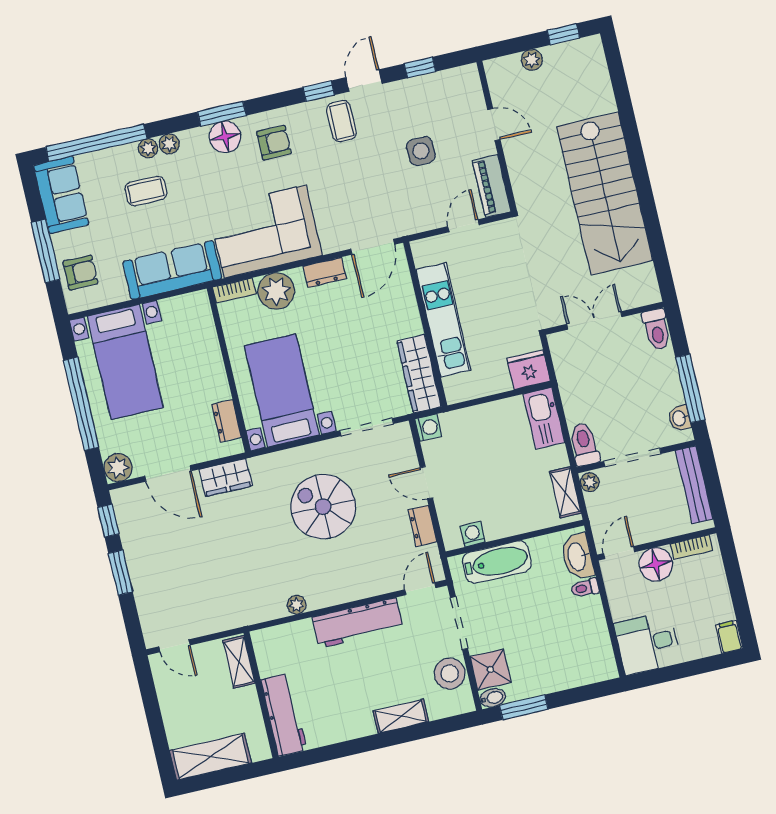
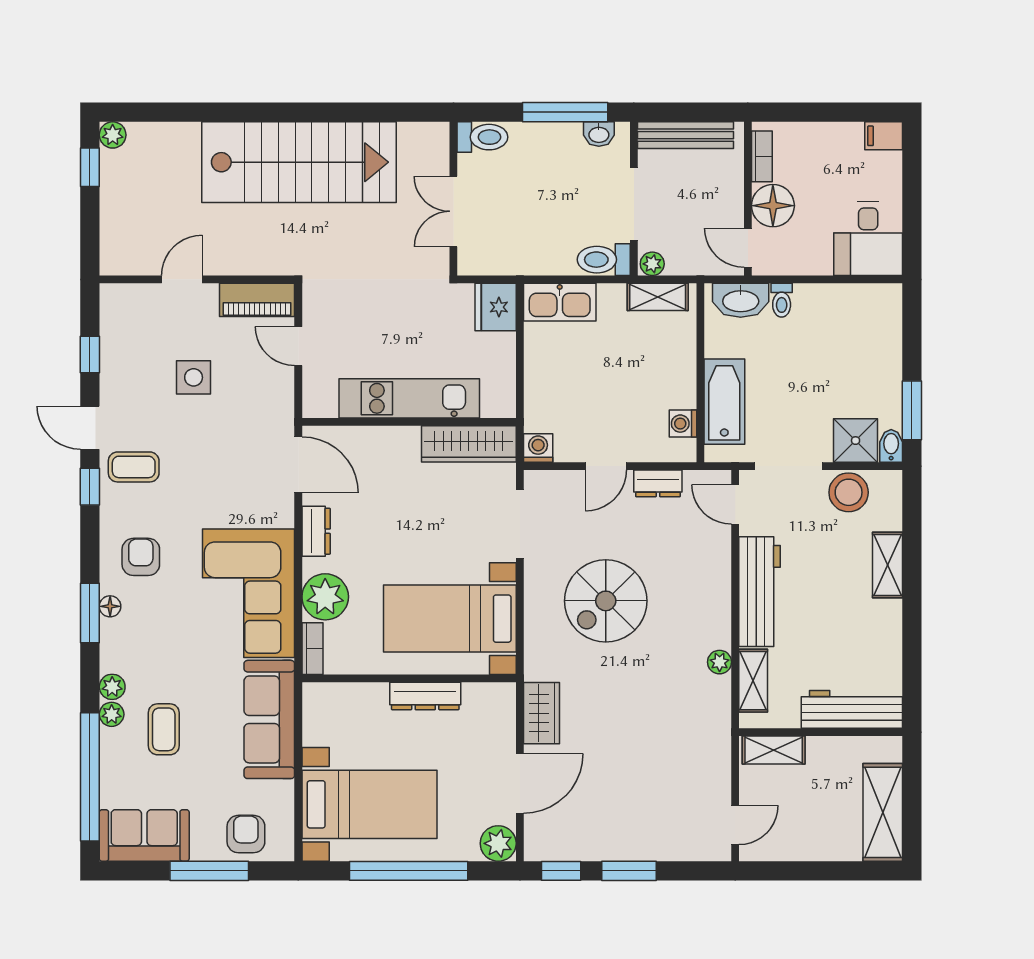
plant: (532, 60) -> (113, 135), moved
floor lamp: (225, 137) -> (110, 606), width x0.53, depth x0.53
dresser: (226, 421) -> (425, 696), moved, width x1.44
shelving: (288, 634) -> (753, 681), added

